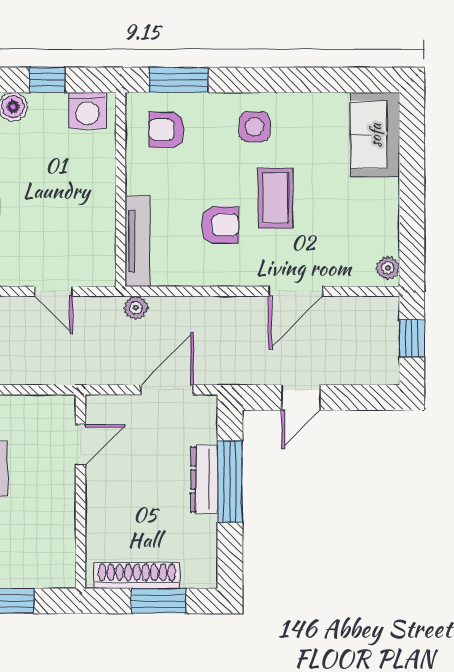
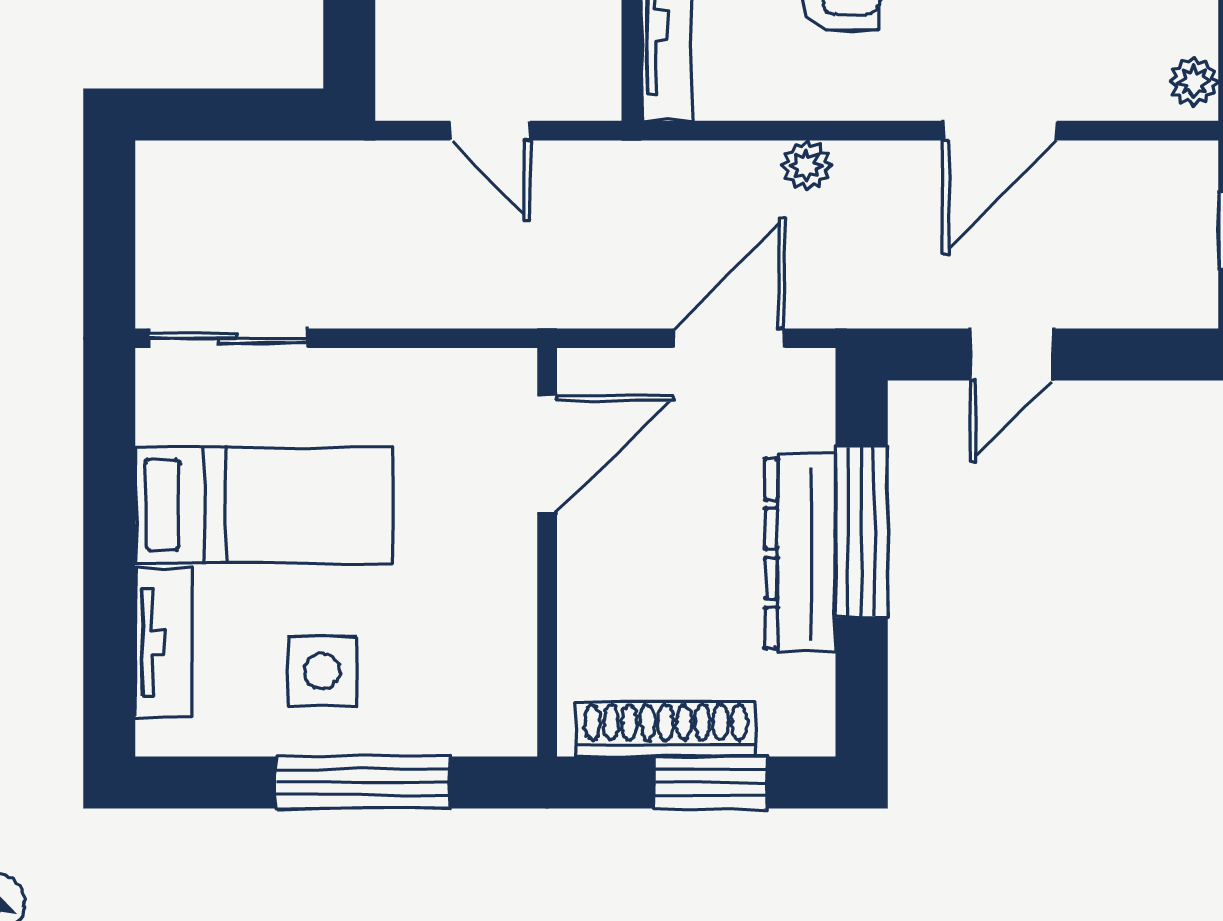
plant: (136, 308) -> (807, 166), moved
door: (80, 445) -> (547, 454), width x1.37
dresser: (204, 479) -> (800, 553), width x1.37, depth x1.24

